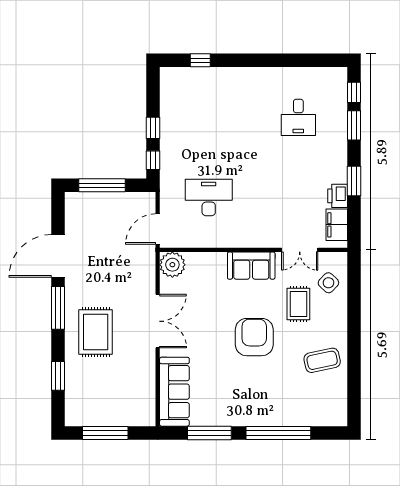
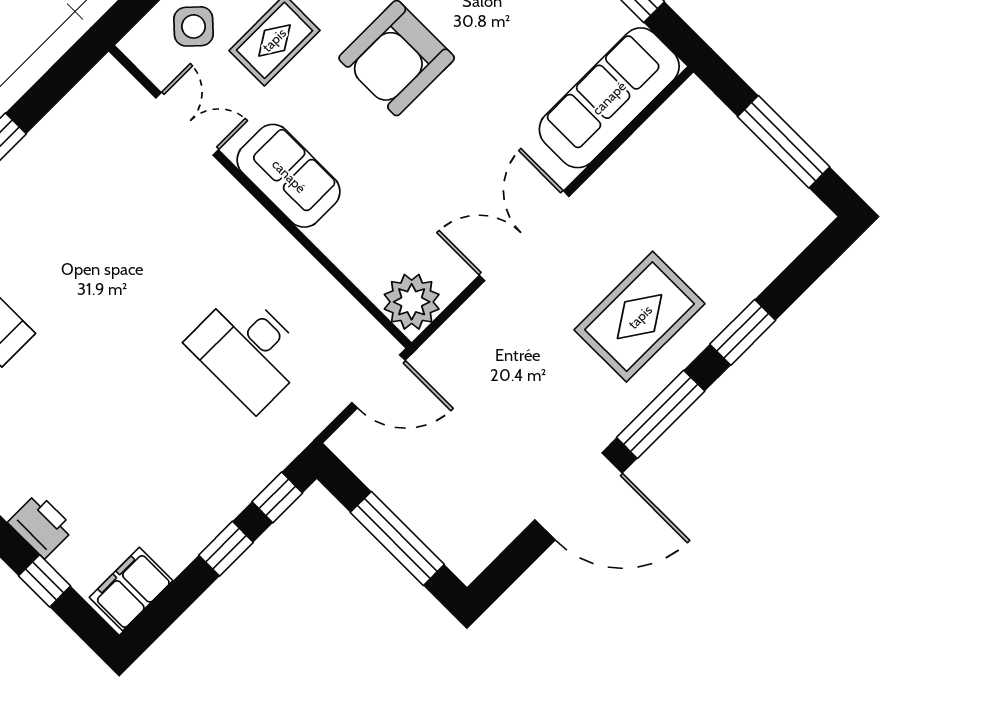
printer: (338, 196) -> (41, 526), moved, turned -90
filing cabinet: (337, 225) -> (131, 589), moved, turned 180
window: (58, 376) -> (743, 332), moved

